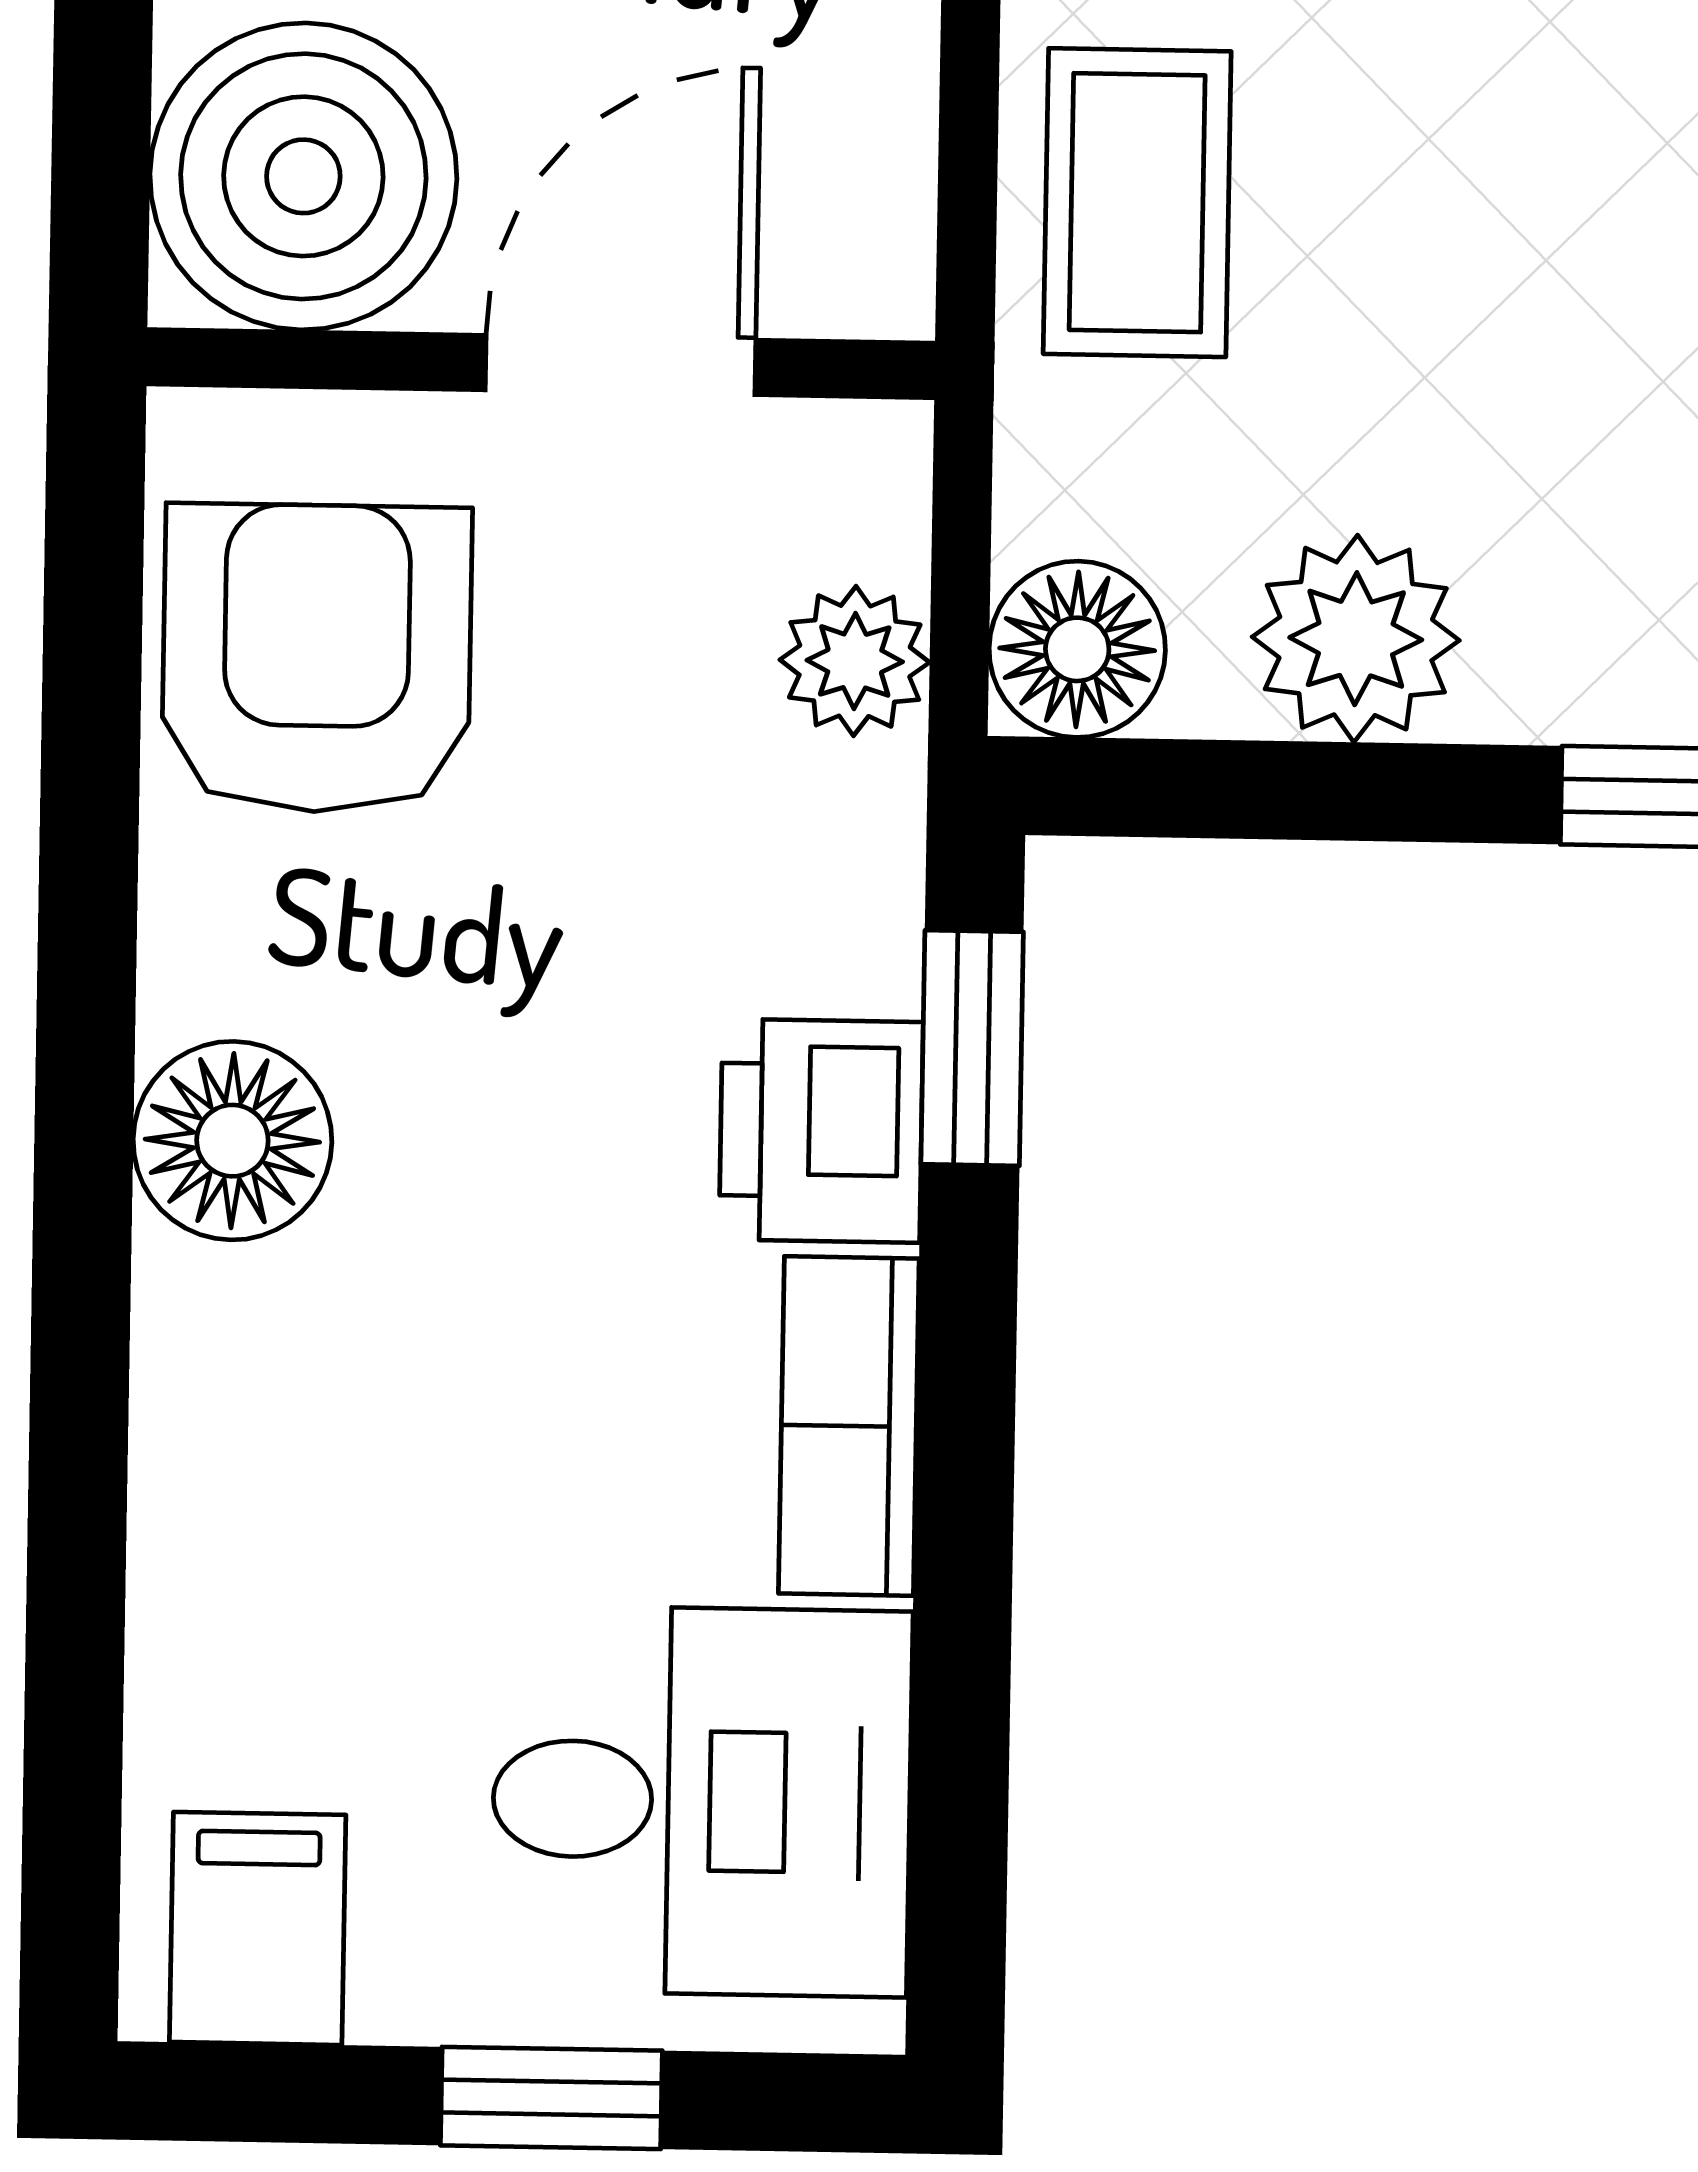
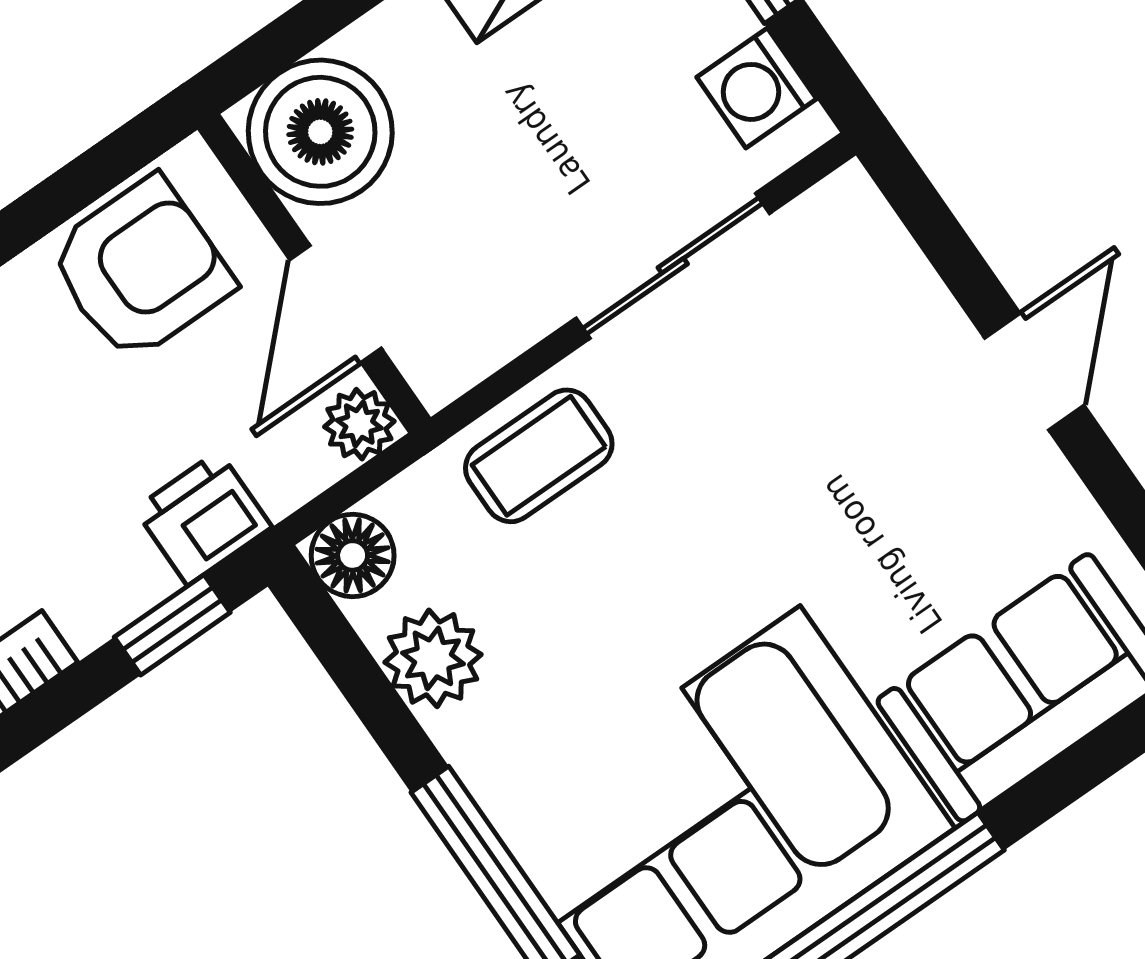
door: (620, 365) -> (335, 304), swing flipped
plant: (855, 661) -> (359, 424), moved
printer: (821, 1131) -> (203, 518), moved

